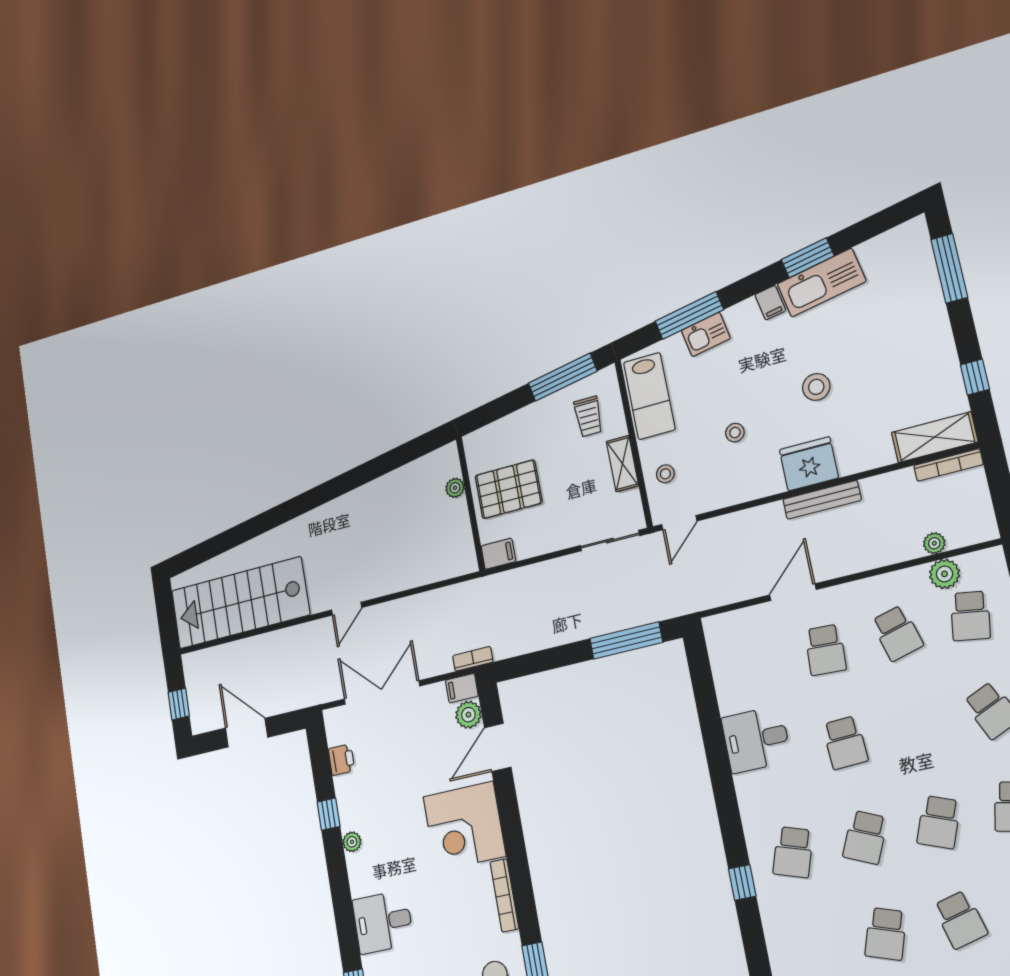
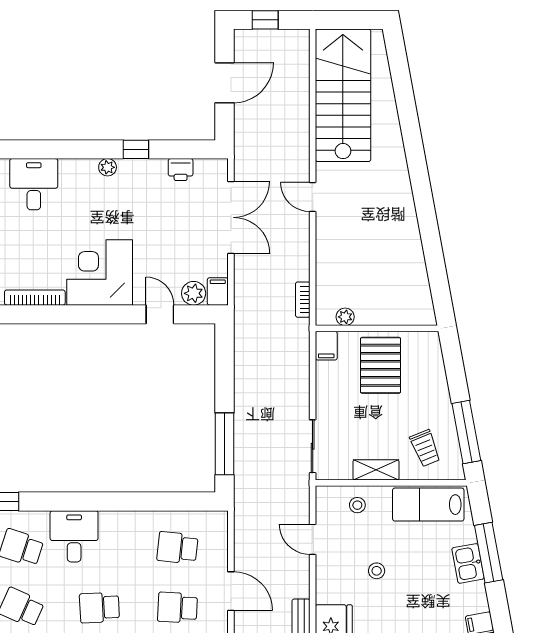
trolley: (588, 416) -> (425, 448), turned -112
plant: (455, 488) -> (345, 317), moved
door: (679, 523) -> (313, 539), moved
bookcase: (473, 659) -> (303, 300), moved, turned 180
school desk: (755, 666) -> (177, 548), added
desk: (756, 739) -> (74, 536), moved
door: (498, 747) -> (160, 314), width x0.73

